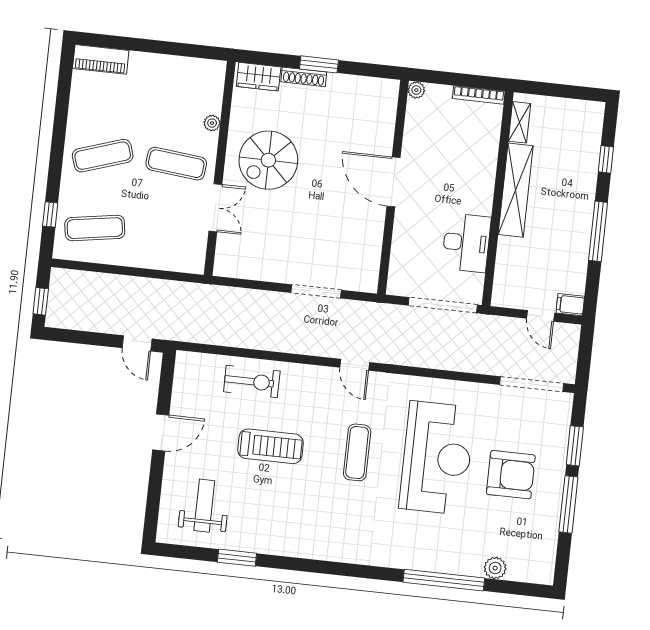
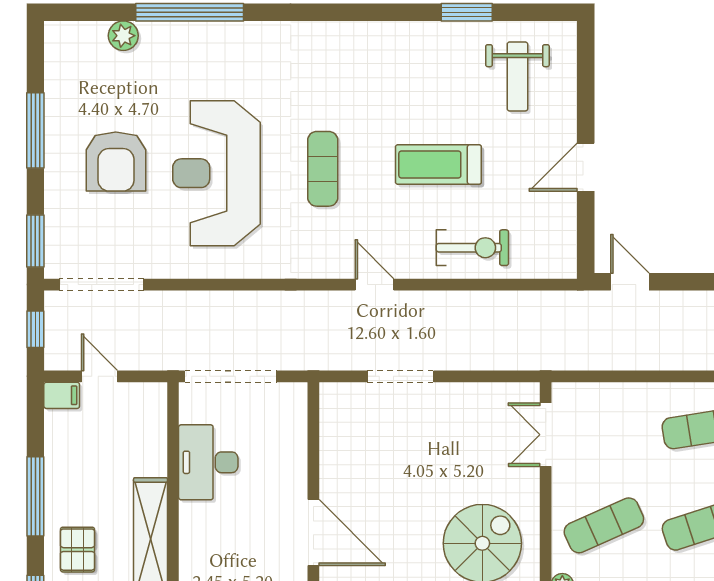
exercise mat: (176, 164) -> (604, 525), turned -30
pallet: (571, 188) -> (78, 550), added
double door: (215, 208) -> (546, 435), moved
window: (585, 356) -> (35, 329), added
door: (355, 365) -> (374, 285), moved
exercise bike: (252, 381) -> (472, 248), turned 180
window: (575, 446) -> (35, 241), moved
armchair: (511, 475) -> (116, 162), turned -90

